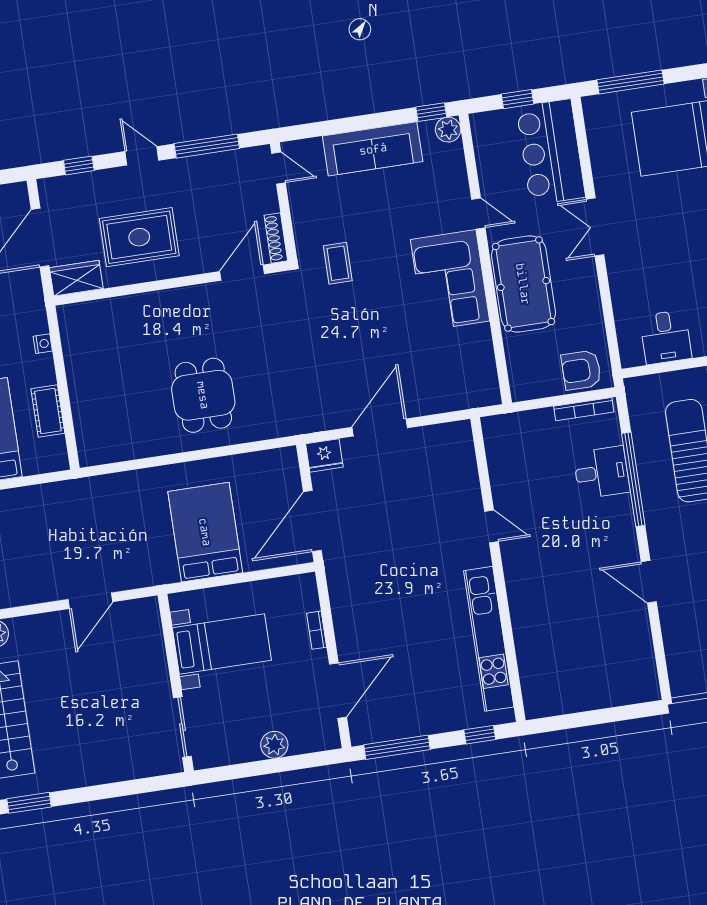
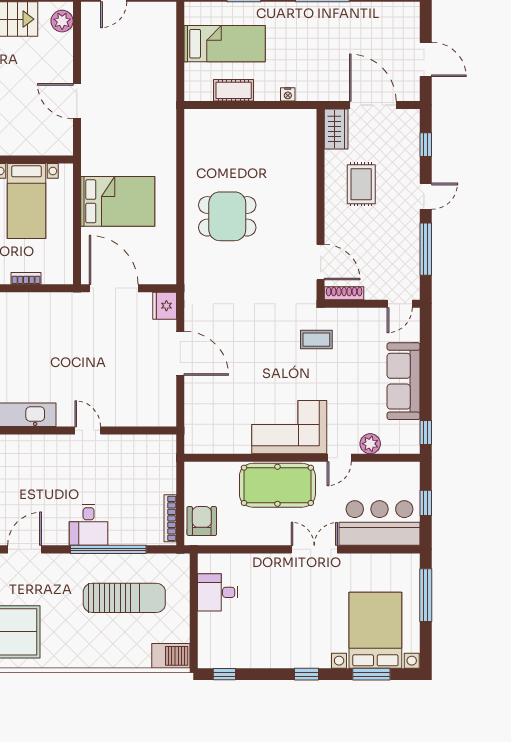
plant: (448, 130) -> (370, 444), moved
rug: (139, 237) -> (361, 184), width x0.73, depth x0.70
desk: (602, 472) -> (89, 525), moved
door: (491, 526) -> (88, 430), swing flipped

